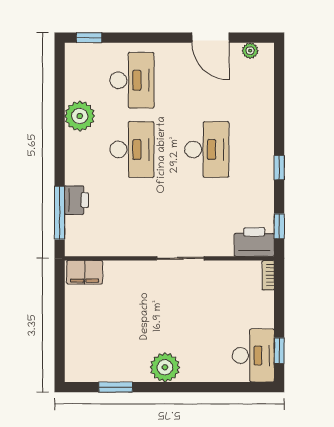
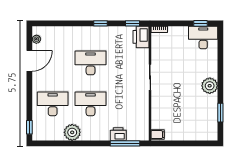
filing cabinet: (85, 272) -> (158, 135), width x0.50

